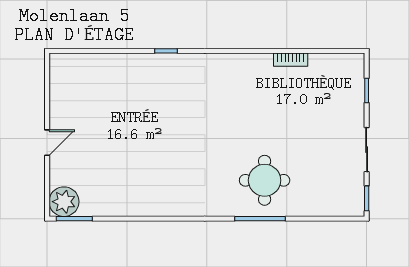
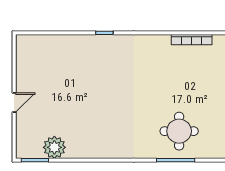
bookcase: (291, 60) -> (192, 40), width x1.56
plant: (64, 202) -> (54, 147), moved

